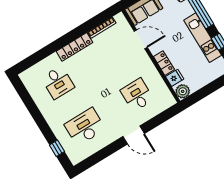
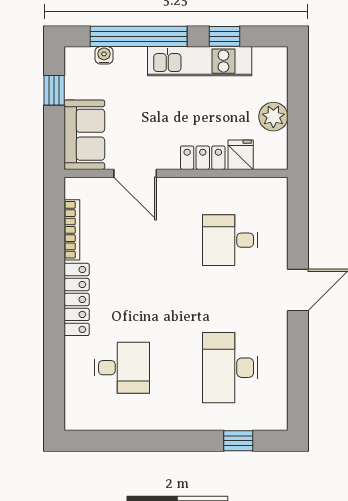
door: (141, 39) -> (135, 173), swing flipped
plant: (183, 91) -> (273, 117), moved

